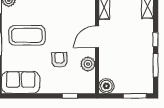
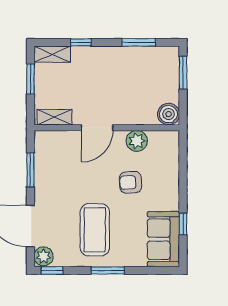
door: (97, 37) -> (97, 128), hinge flipped
window: (156, 39) -> (81, 42), moved
window: (70, 96) -> (183, 224), moved

